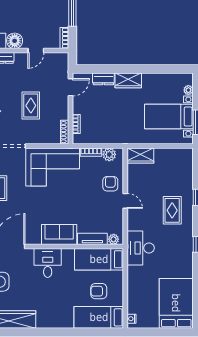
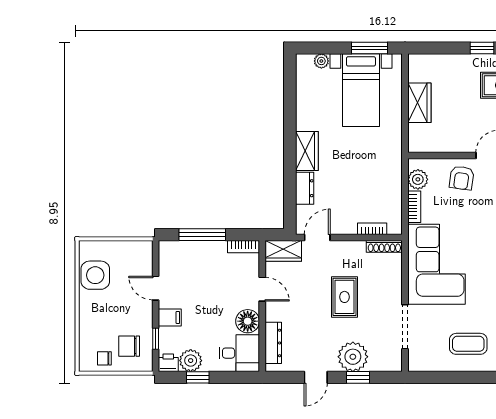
wardrobe: (62, 65) -> (283, 251), added
door: (71, 87) -> (317, 237), hinge flipped
rug: (31, 106) -> (344, 297), turned 90
wardrobe: (140, 156) -> (419, 103), moved
armchair: (110, 184) -> (462, 178), turned -82

